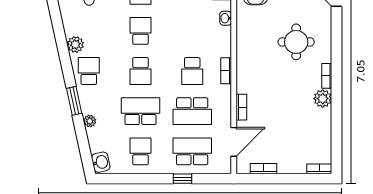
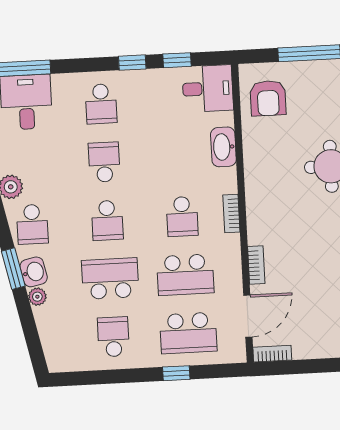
washbasin: (226, 18) -> (223, 147), width x1.91, depth x1.45
school desk: (89, 71) -> (32, 224), turned 180
school desk: (192, 151) -> (188, 333), turned 180
washbasin: (101, 162) -> (34, 272), moved
bookcase: (264, 169) -> (272, 354), moved

